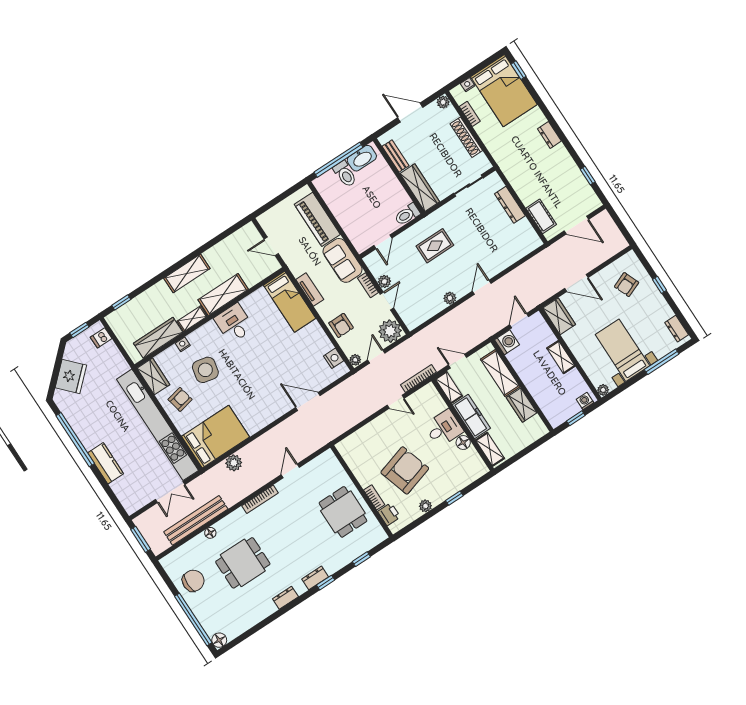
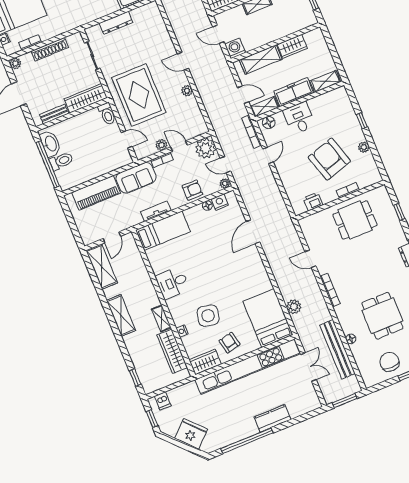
rug: (435, 246) -> (139, 95), width x1.86, depth x2.06
shelving: (223, 295) -> (102, 267), moved
floor lamp: (327, 345) -> (207, 206), added
door: (458, 361) -> (243, 95), swing flipped
floor lamp: (463, 442) -> (269, 123), moved
printer: (389, 514) -> (313, 202), moved

